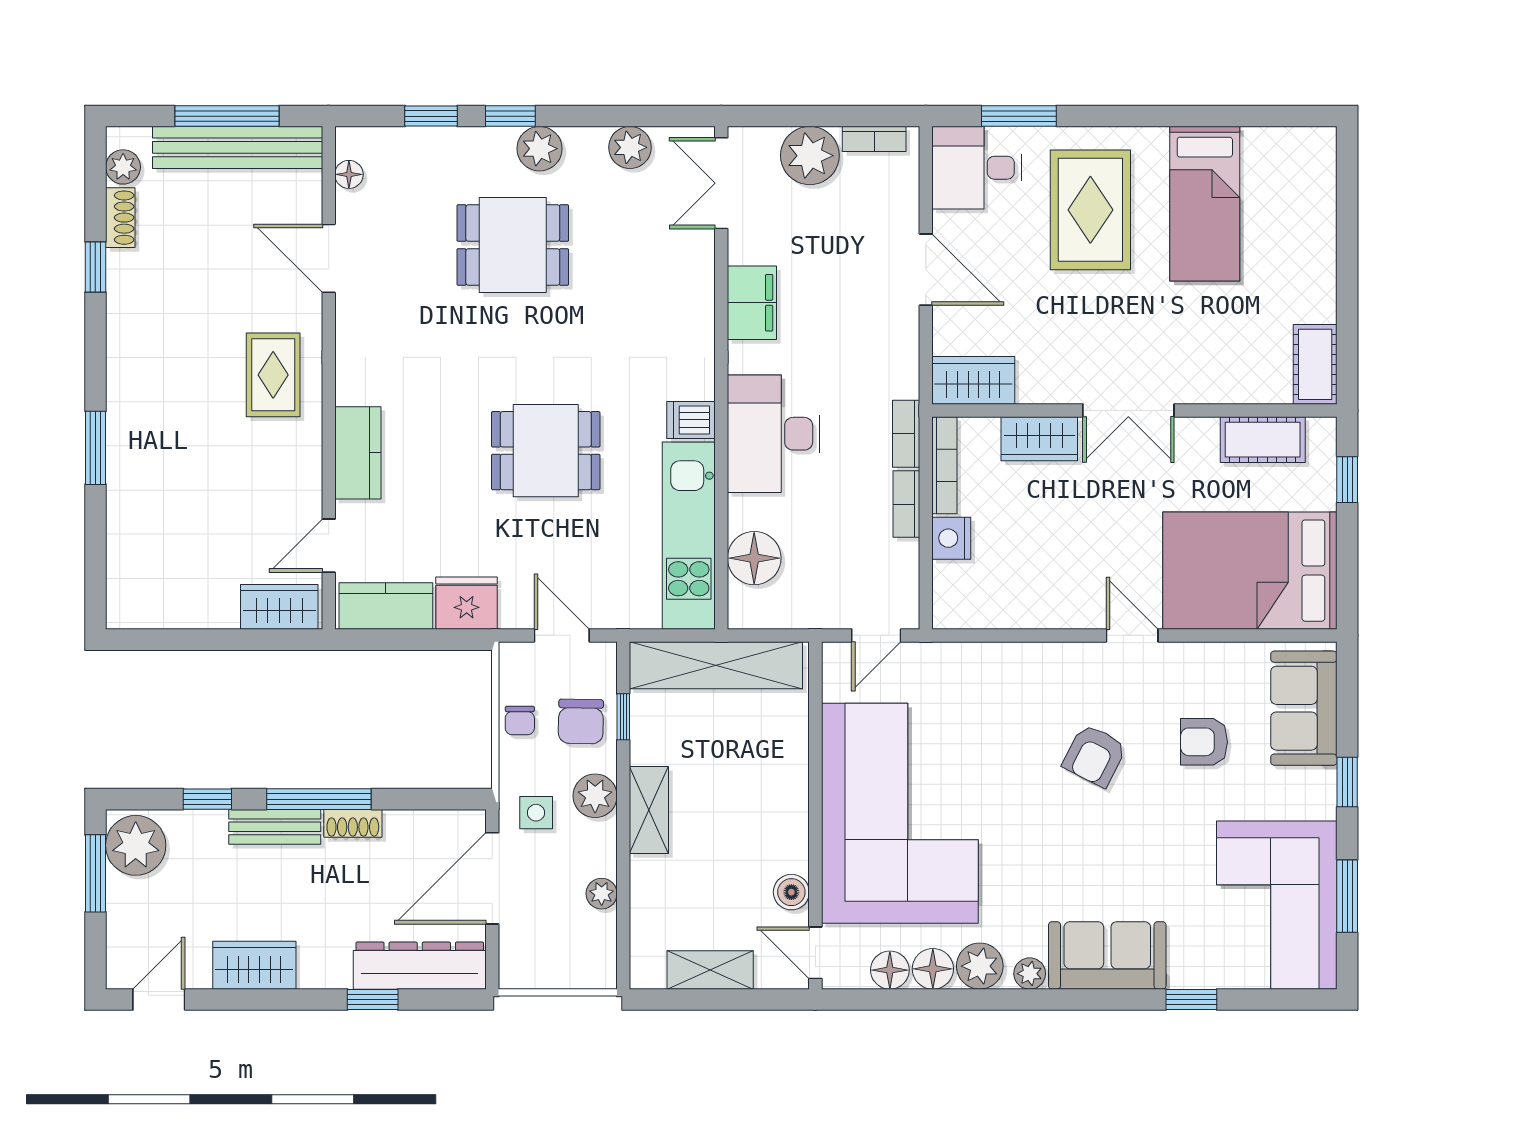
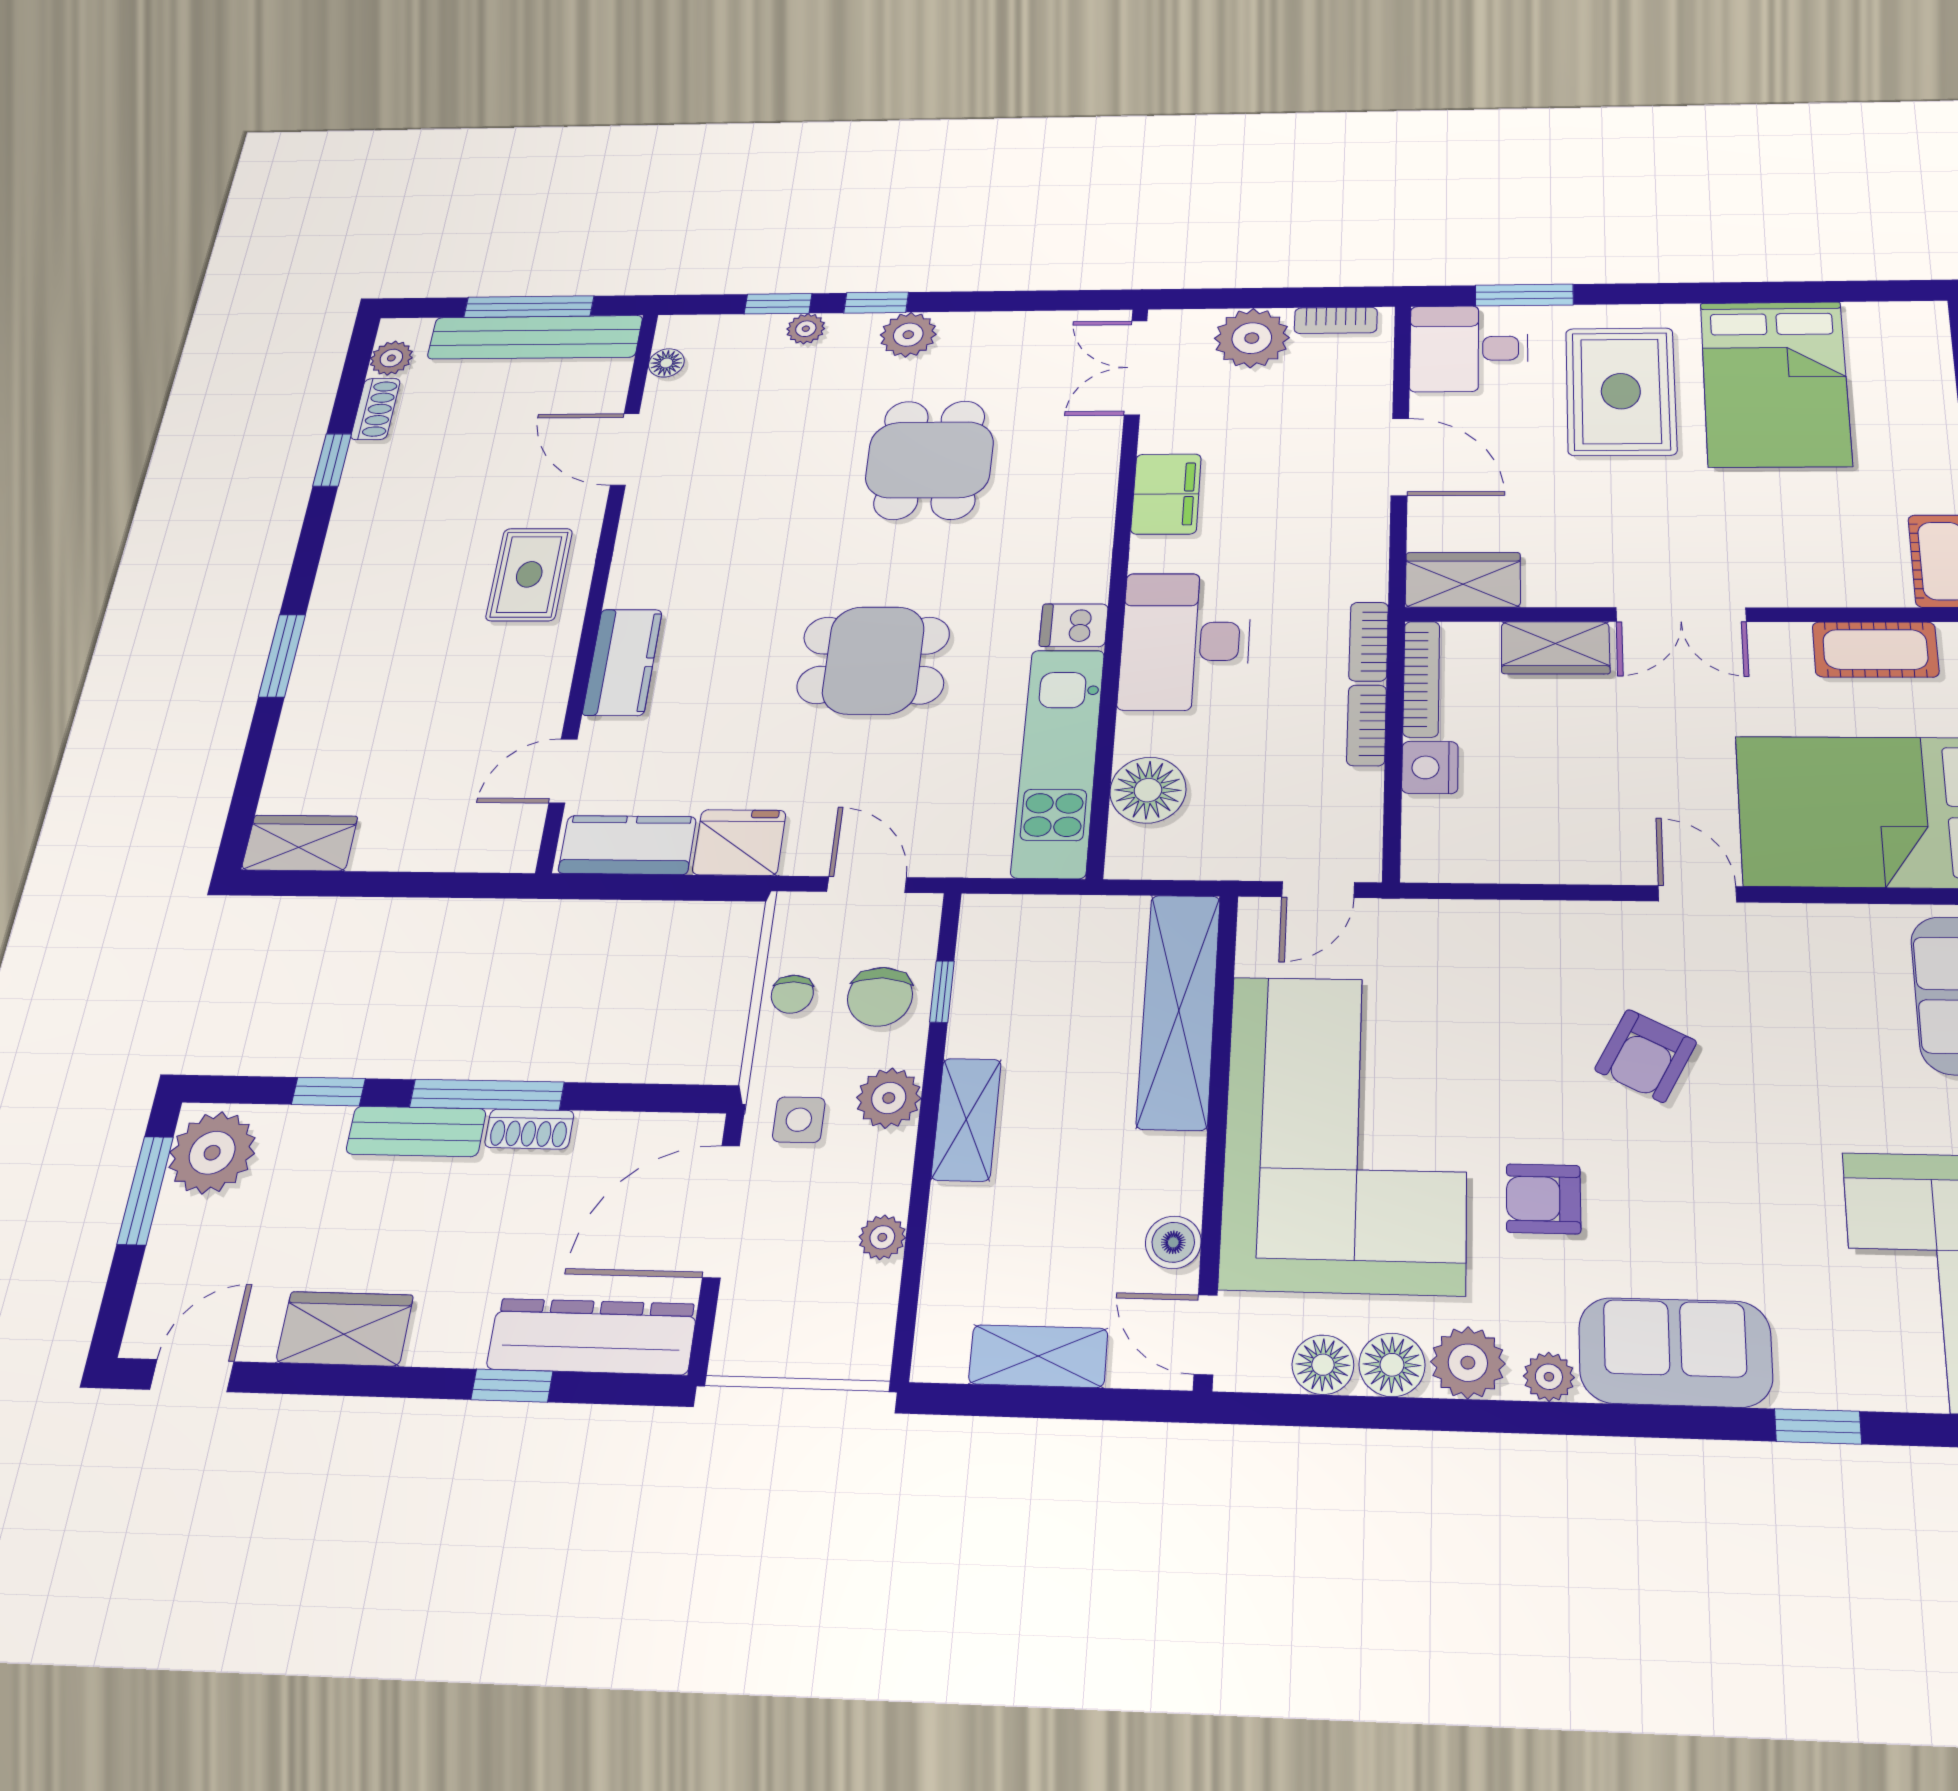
plant: (630, 147) -> (806, 329), moved, width x0.73, depth x0.73
bed: (1205, 204) -> (1775, 383), width x1.50
dining table: (513, 245) -> (929, 460), moved, turned 90
wardrobe: (279, 607) -> (300, 843), moved
shelving: (716, 665) -> (1179, 1010), moved, turned 90
armchair: (1204, 742) -> (1543, 1199), moved

